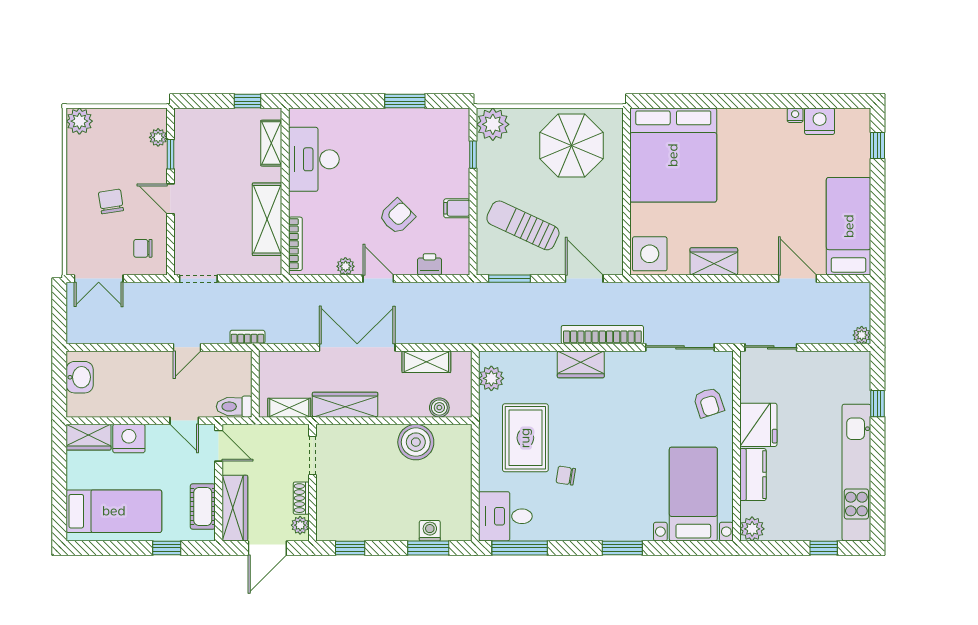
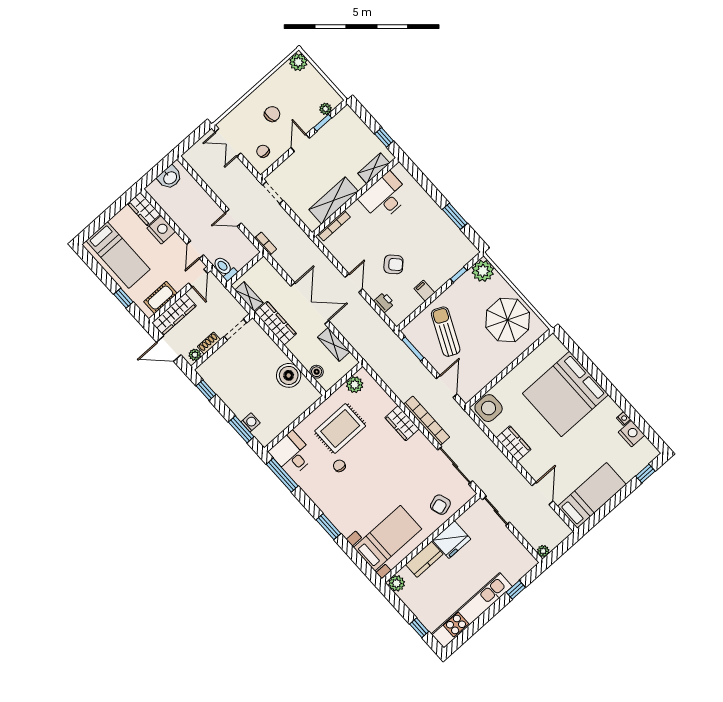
bed: (673, 155) -> (565, 394), moved
plant: (345, 266) -> (345, 261), removed

